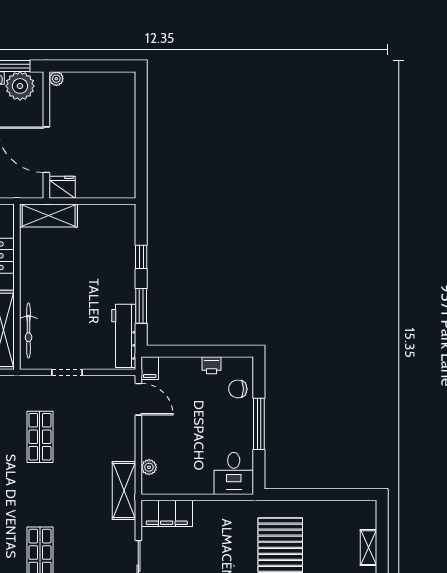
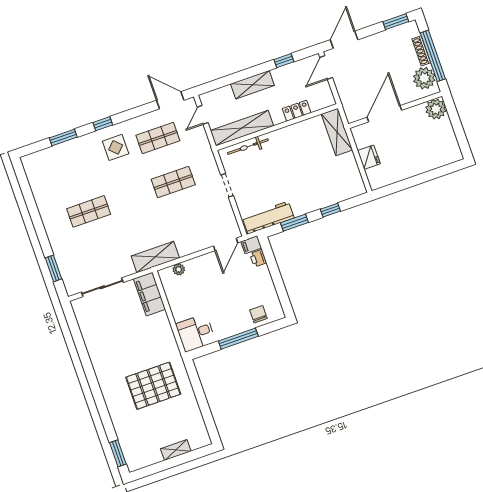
plant: (56, 79) -> (436, 109), width x1.88, depth x1.88
fridge: (62, 187) -> (369, 157), moved
printer: (212, 365) -> (258, 258), moved

